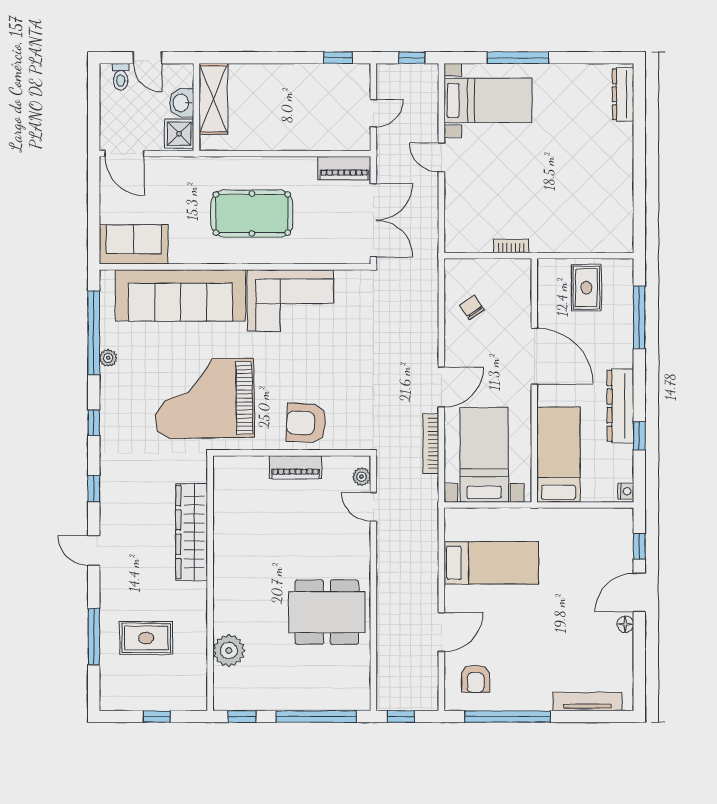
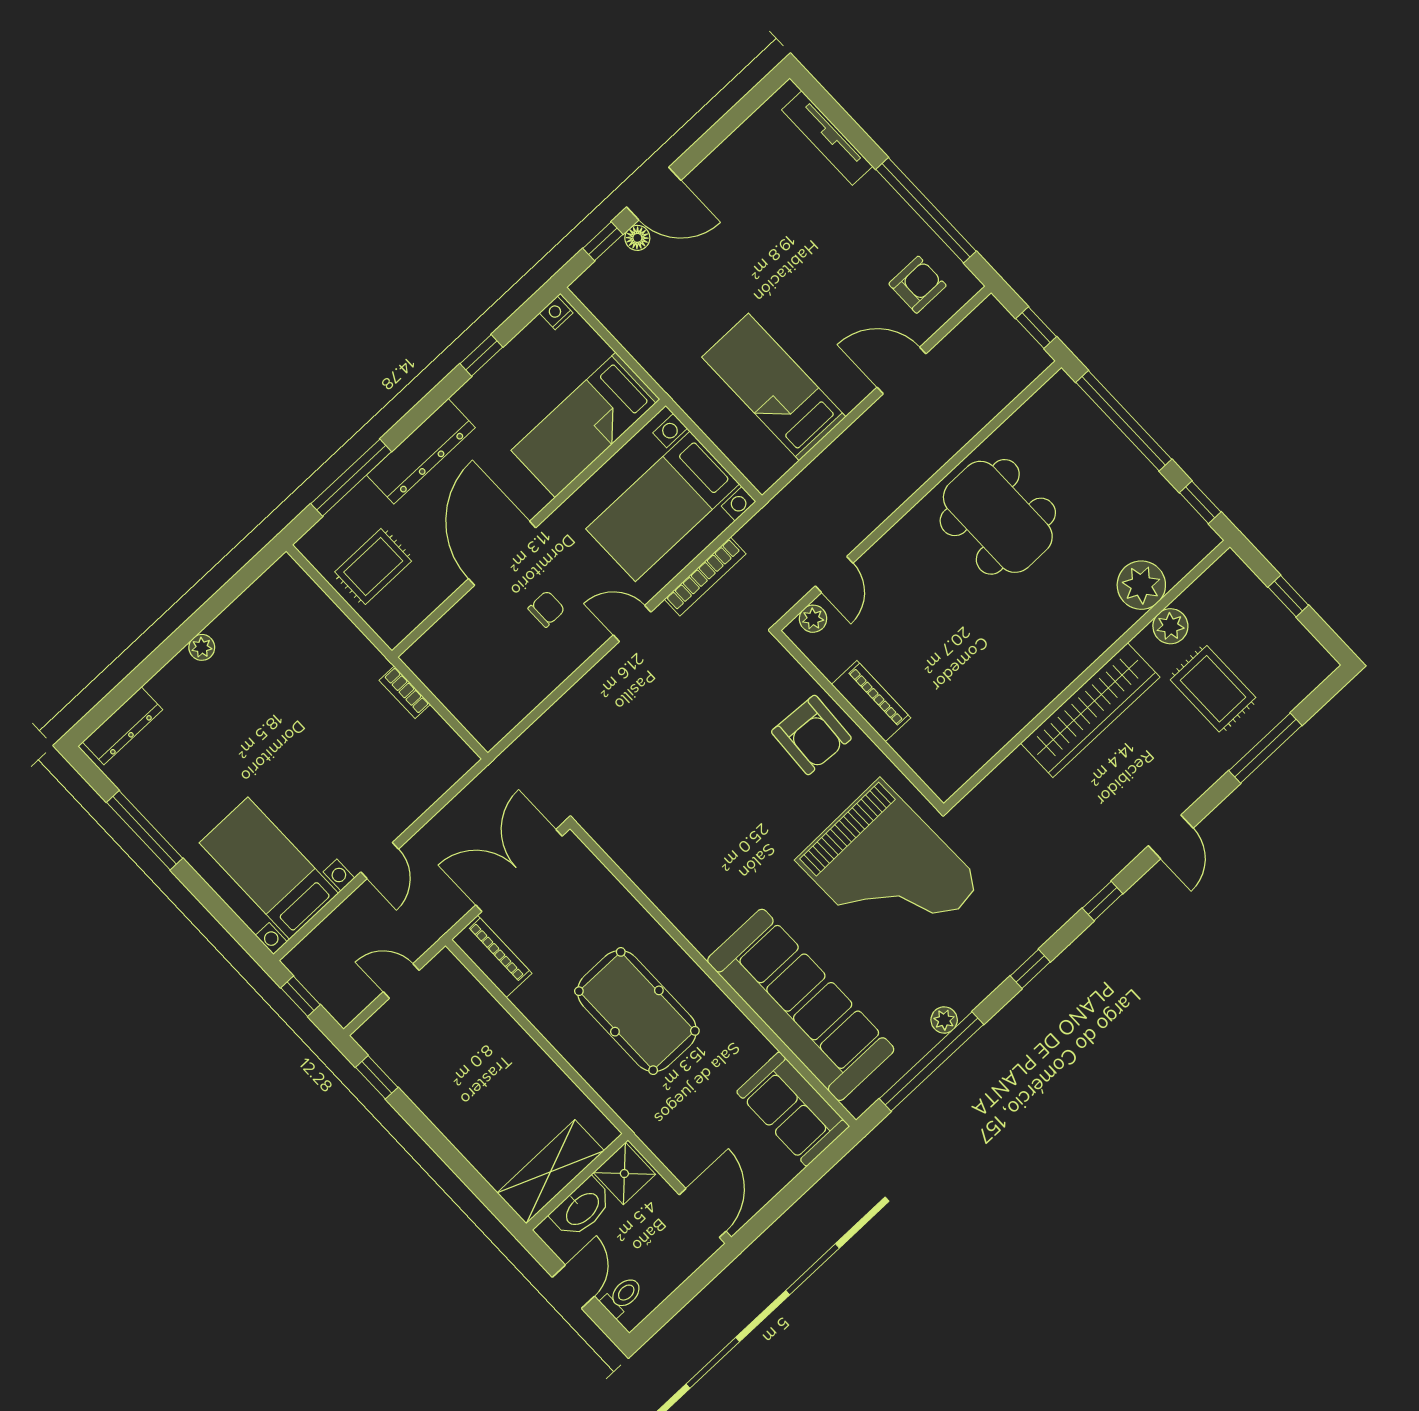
window: (518, 58) -> (145, 830), moved
washbasin: (182, 103) -> (582, 1208), width x1.38
plant: (625, 168) -> (202, 647), added
corner sofa: (290, 300) -> (693, 879), removed
chair: (472, 308) -> (546, 609), moved, turned -146
door: (441, 387) -> (632, 623), width x0.73
dresser: (620, 406) -> (421, 451), moved
wardrobe: (192, 532) -> (1090, 710), moved
floor lamp: (625, 624) -> (637, 238), moved
plant: (196, 646) -> (1170, 626), added

